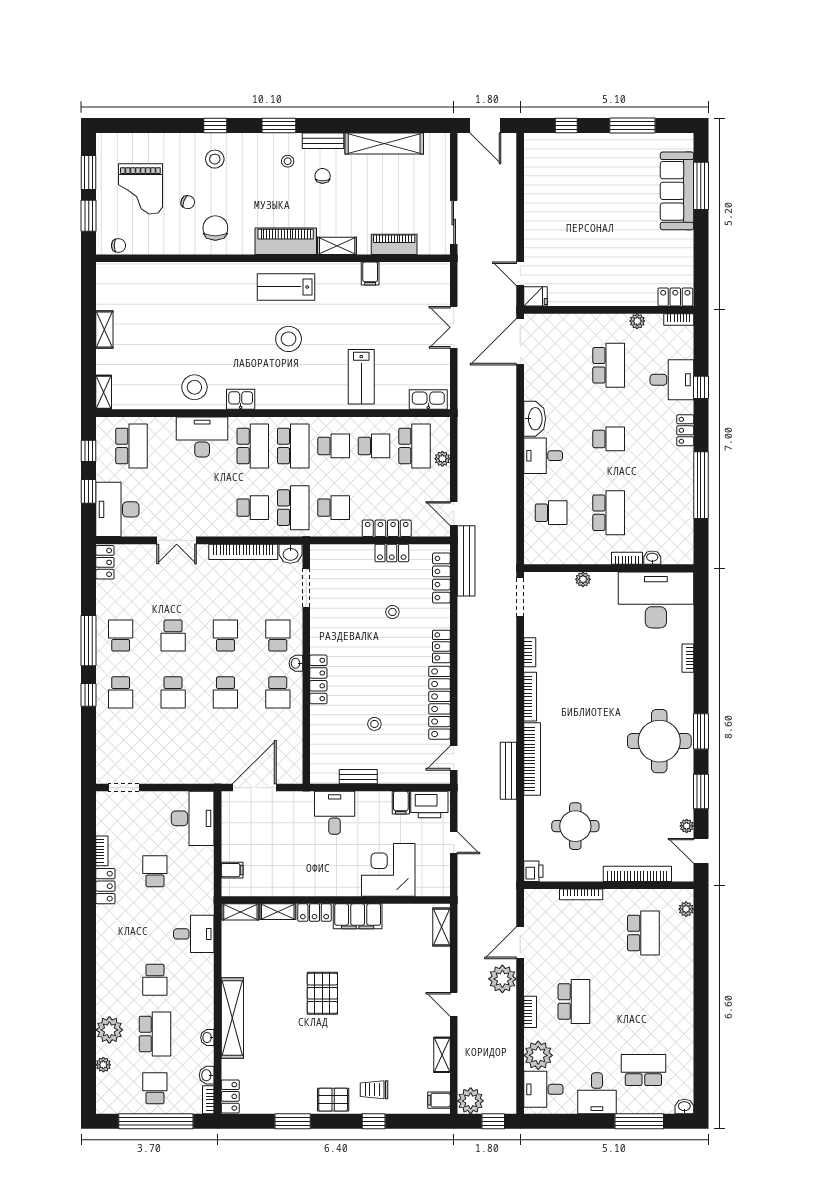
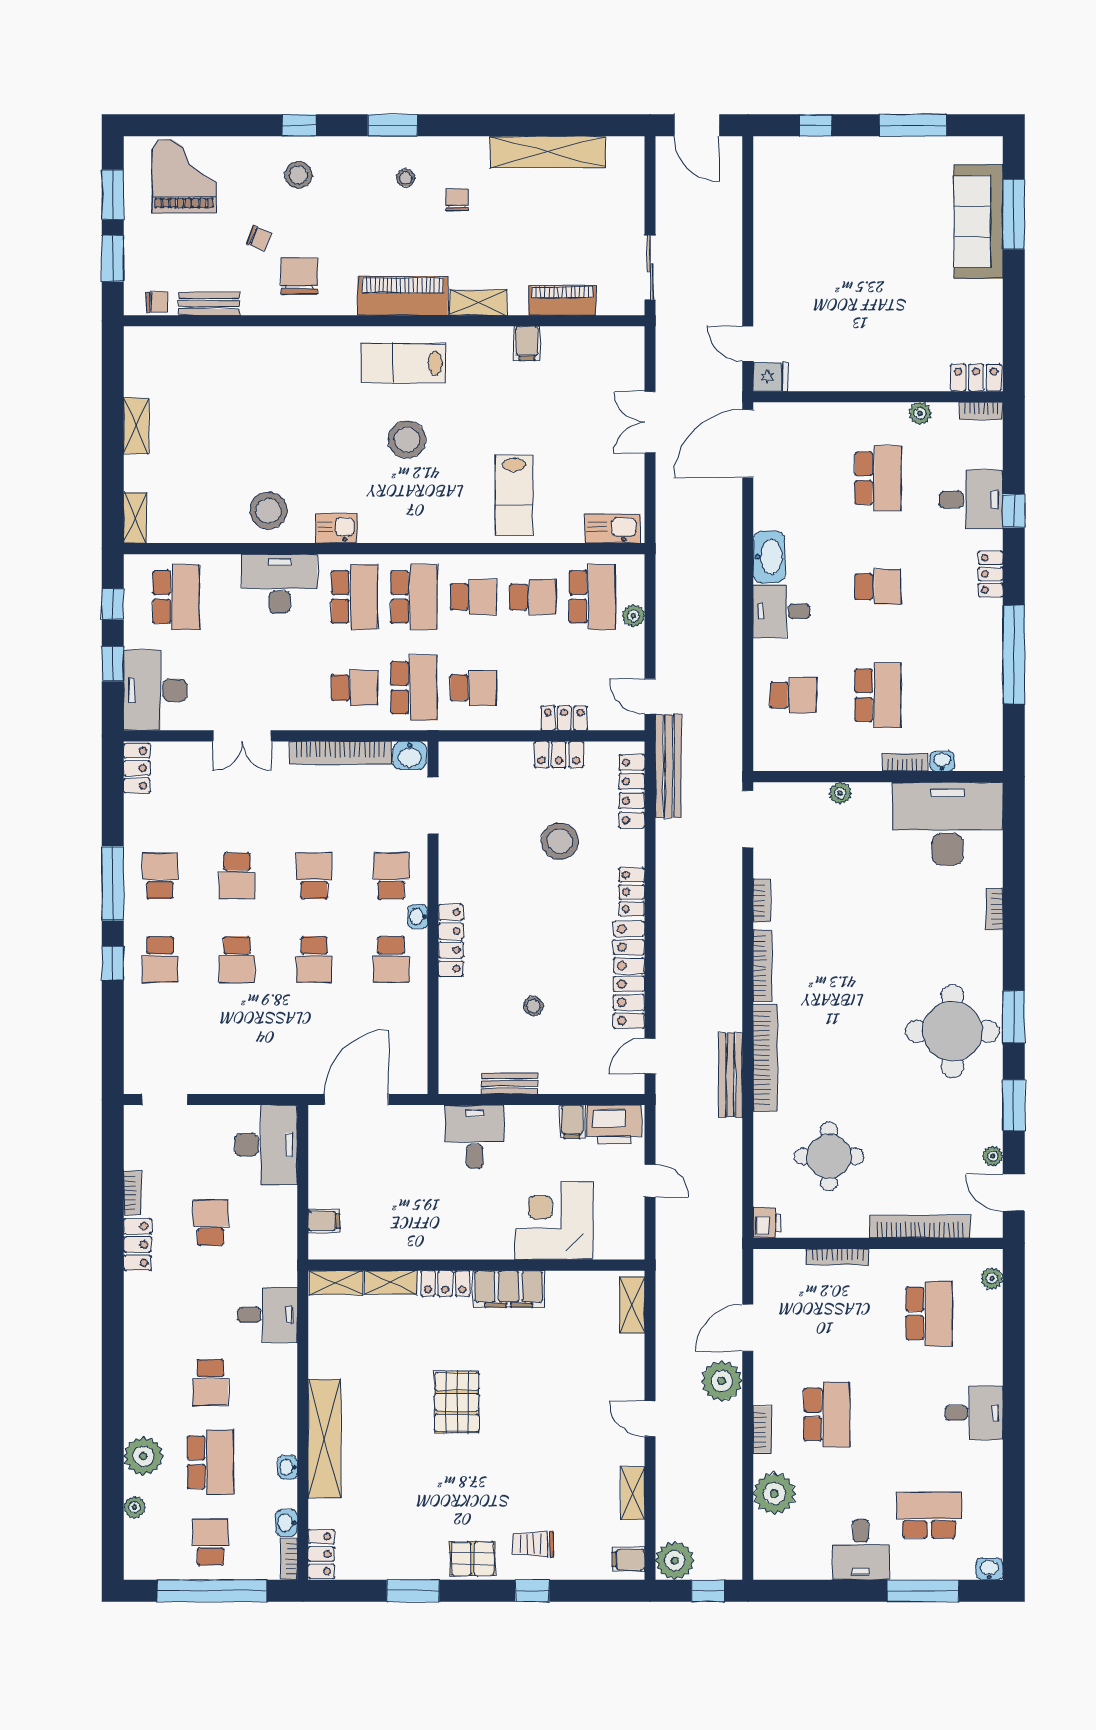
bench: (323, 141) -> (209, 304), moved
grand piano: (140, 189) -> (184, 176), moved, turned 180
locker: (387, 528) -> (564, 718), width x0.66
stool: (392, 612) -> (560, 841), width x1.89, depth x1.89
desk: (543, 1089) -> (974, 1413), moved, turned 180

